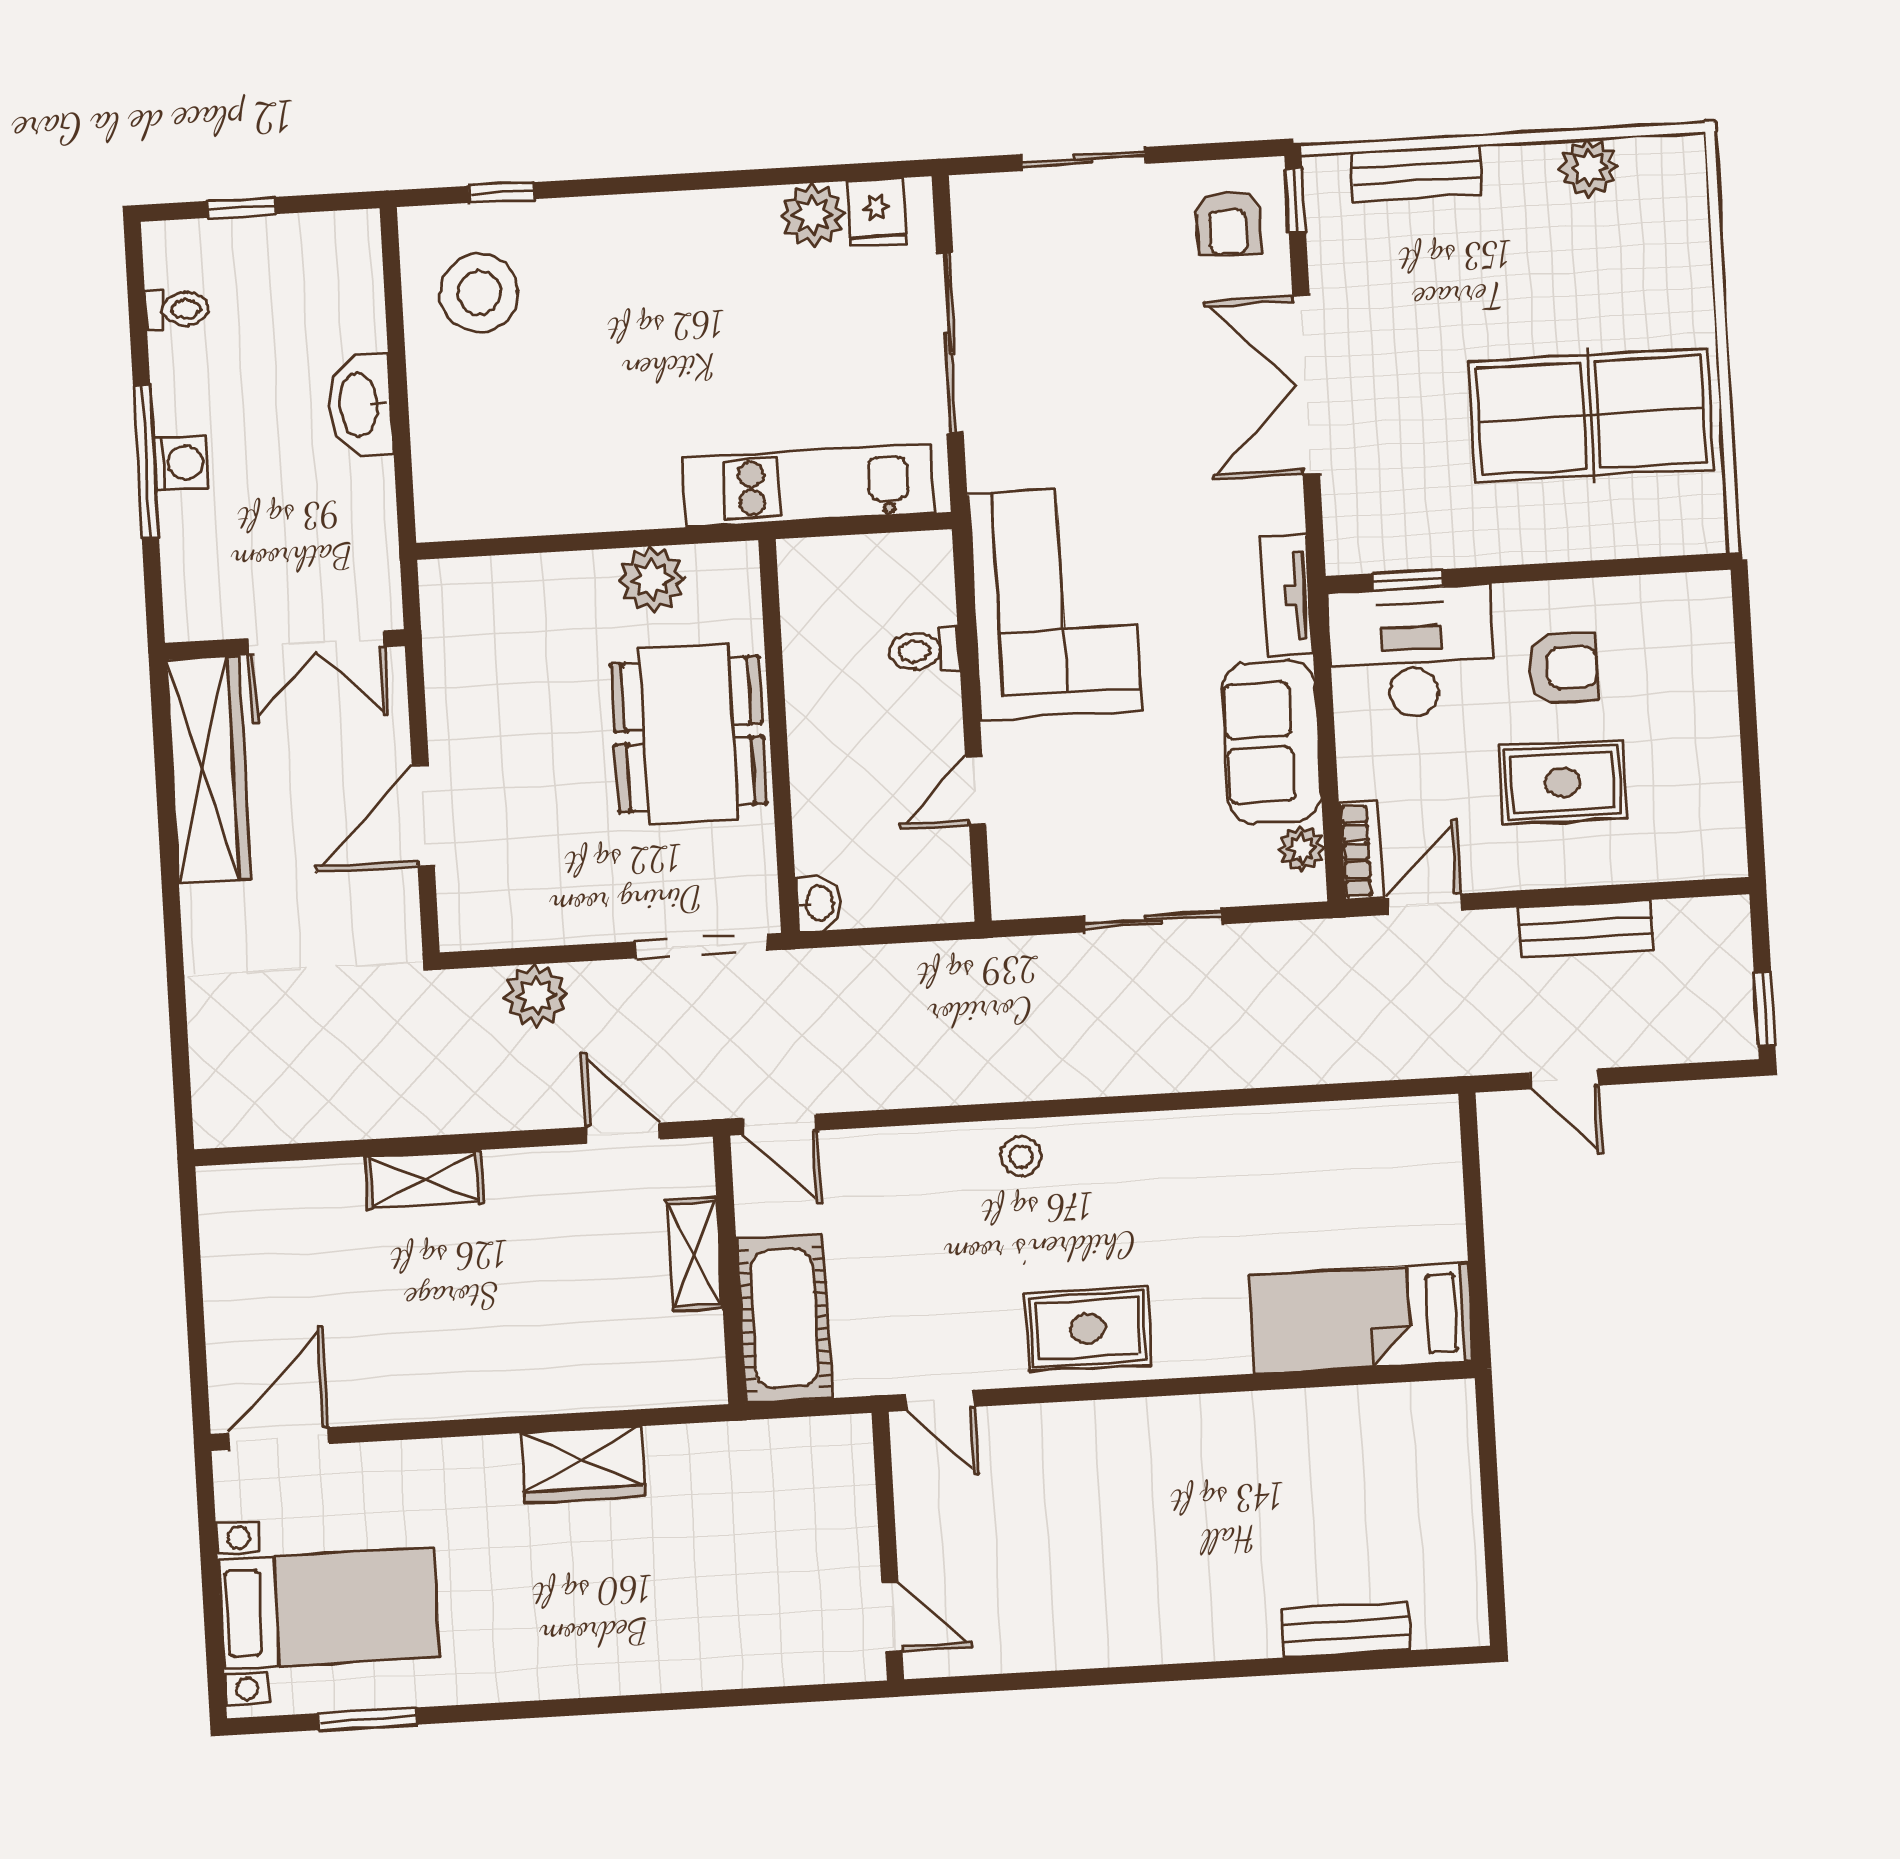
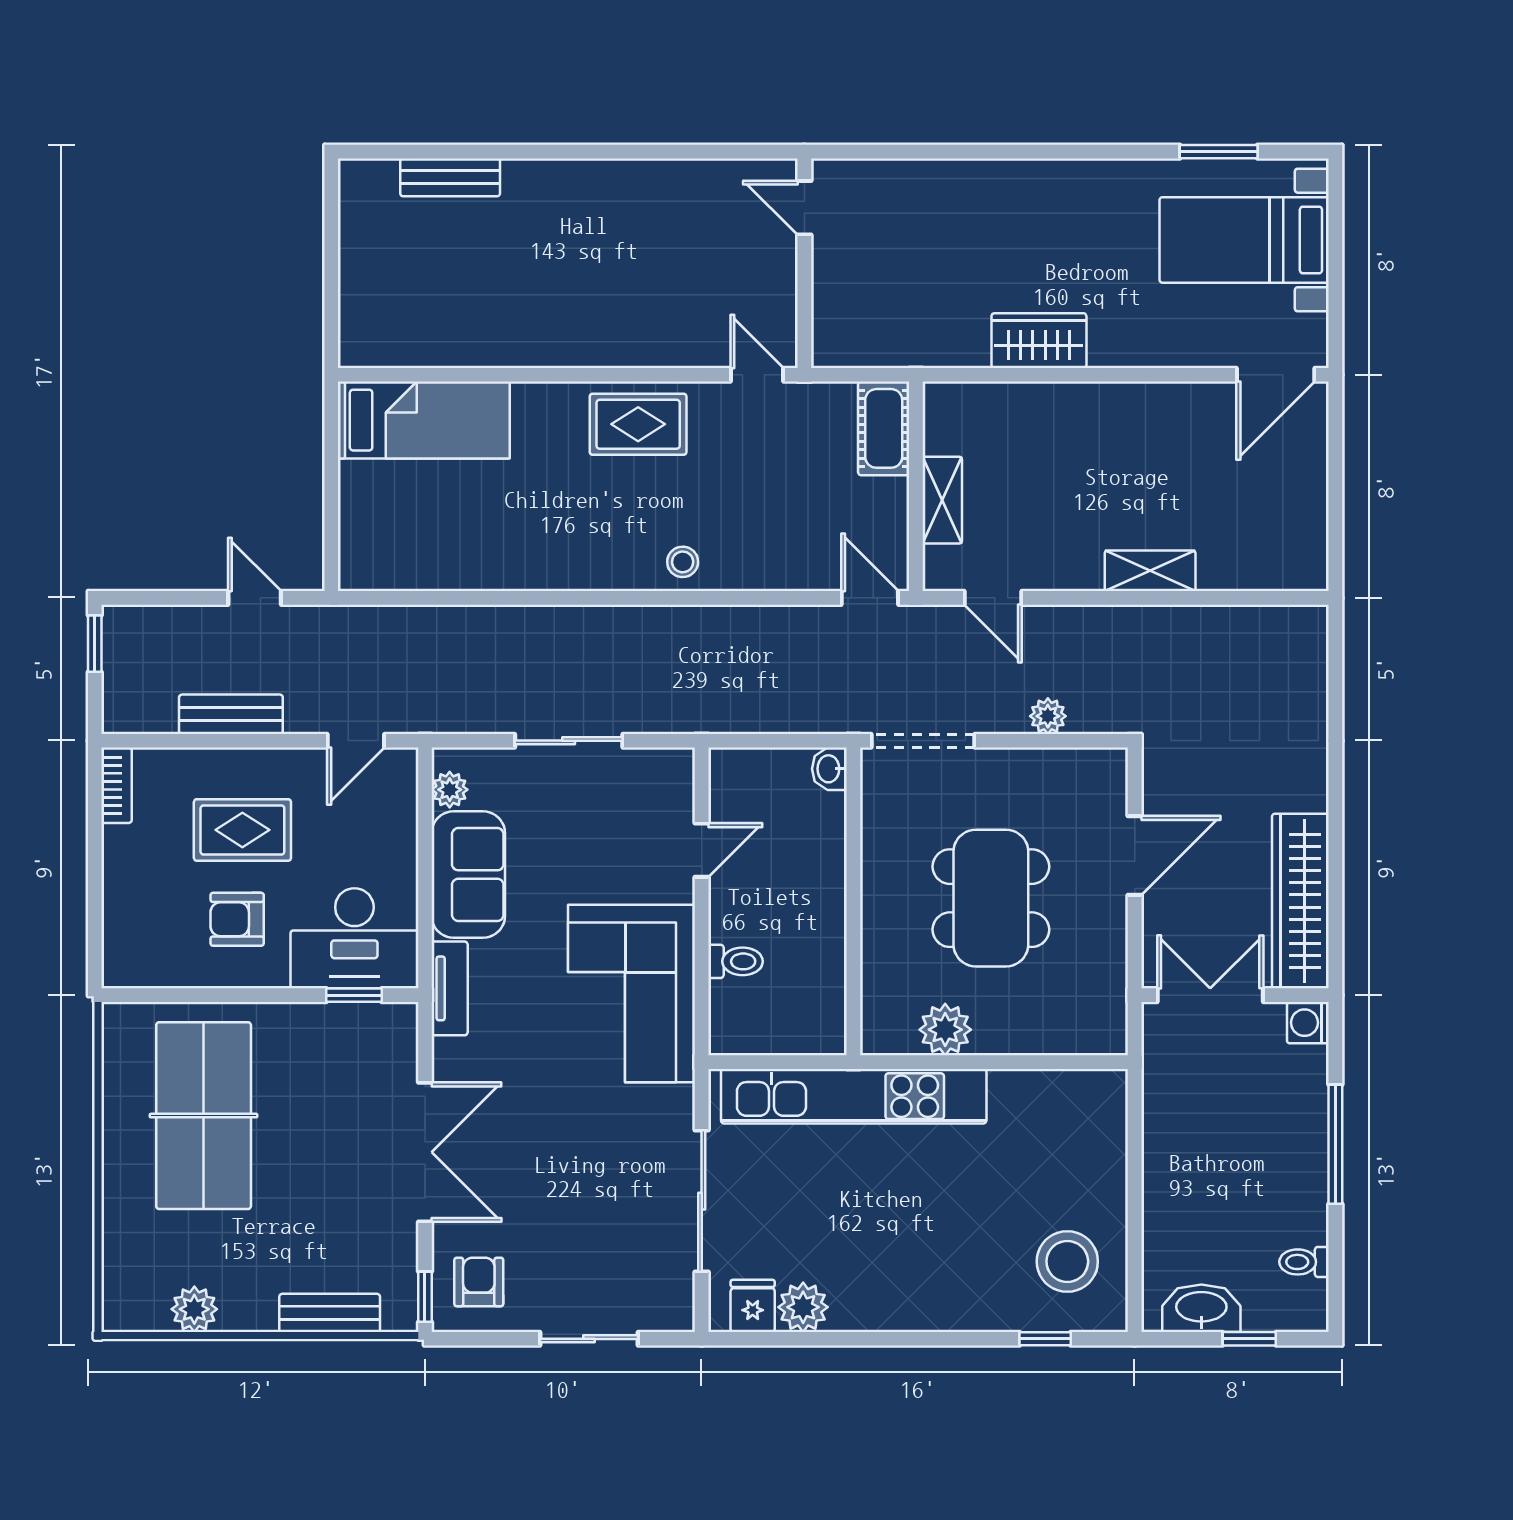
washbasin: (360, 404) -> (1201, 1308), moved, turned -90
table tennis table: (1591, 415) -> (204, 1116), turned 90
washing machine: (181, 463) -> (1308, 1023), moved
kitchen unit: (809, 485) -> (854, 1096), width x1.36
dining table: (689, 734) -> (991, 898), moved
bookcase: (1361, 851) -> (117, 785), moved, turned 180
plant: (536, 996) -> (1048, 716), width x0.73, depth x0.73
cot: (784, 1319) -> (884, 428), width x0.73, depth x0.75

